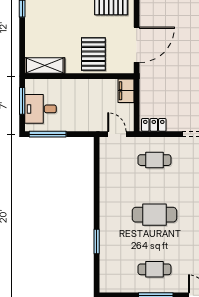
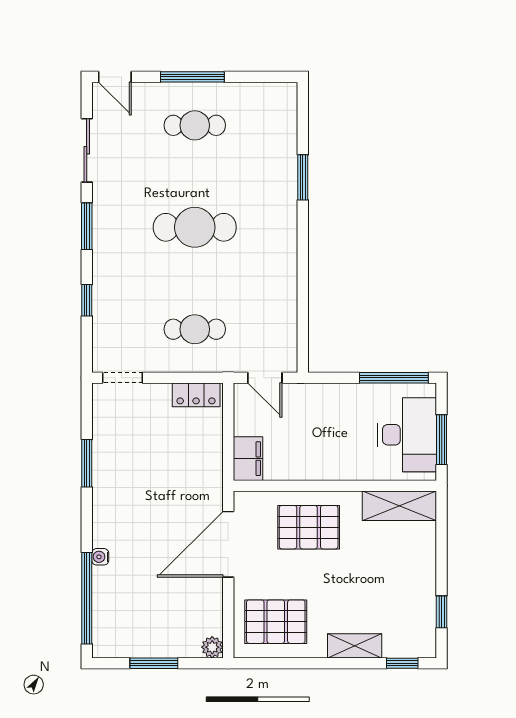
pallet: (93, 54) -> (309, 527), turned 90
desk: (41, 109) -> (407, 435), width x1.37

